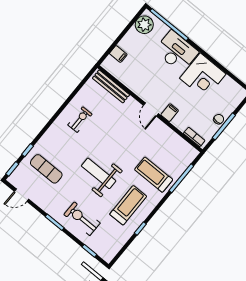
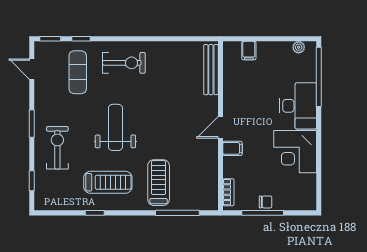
plant: (144, 25) -> (299, 47), width x0.53, depth x0.53
exercise bike: (80, 120) -> (124, 63), moved, width x1.38, depth x1.39

